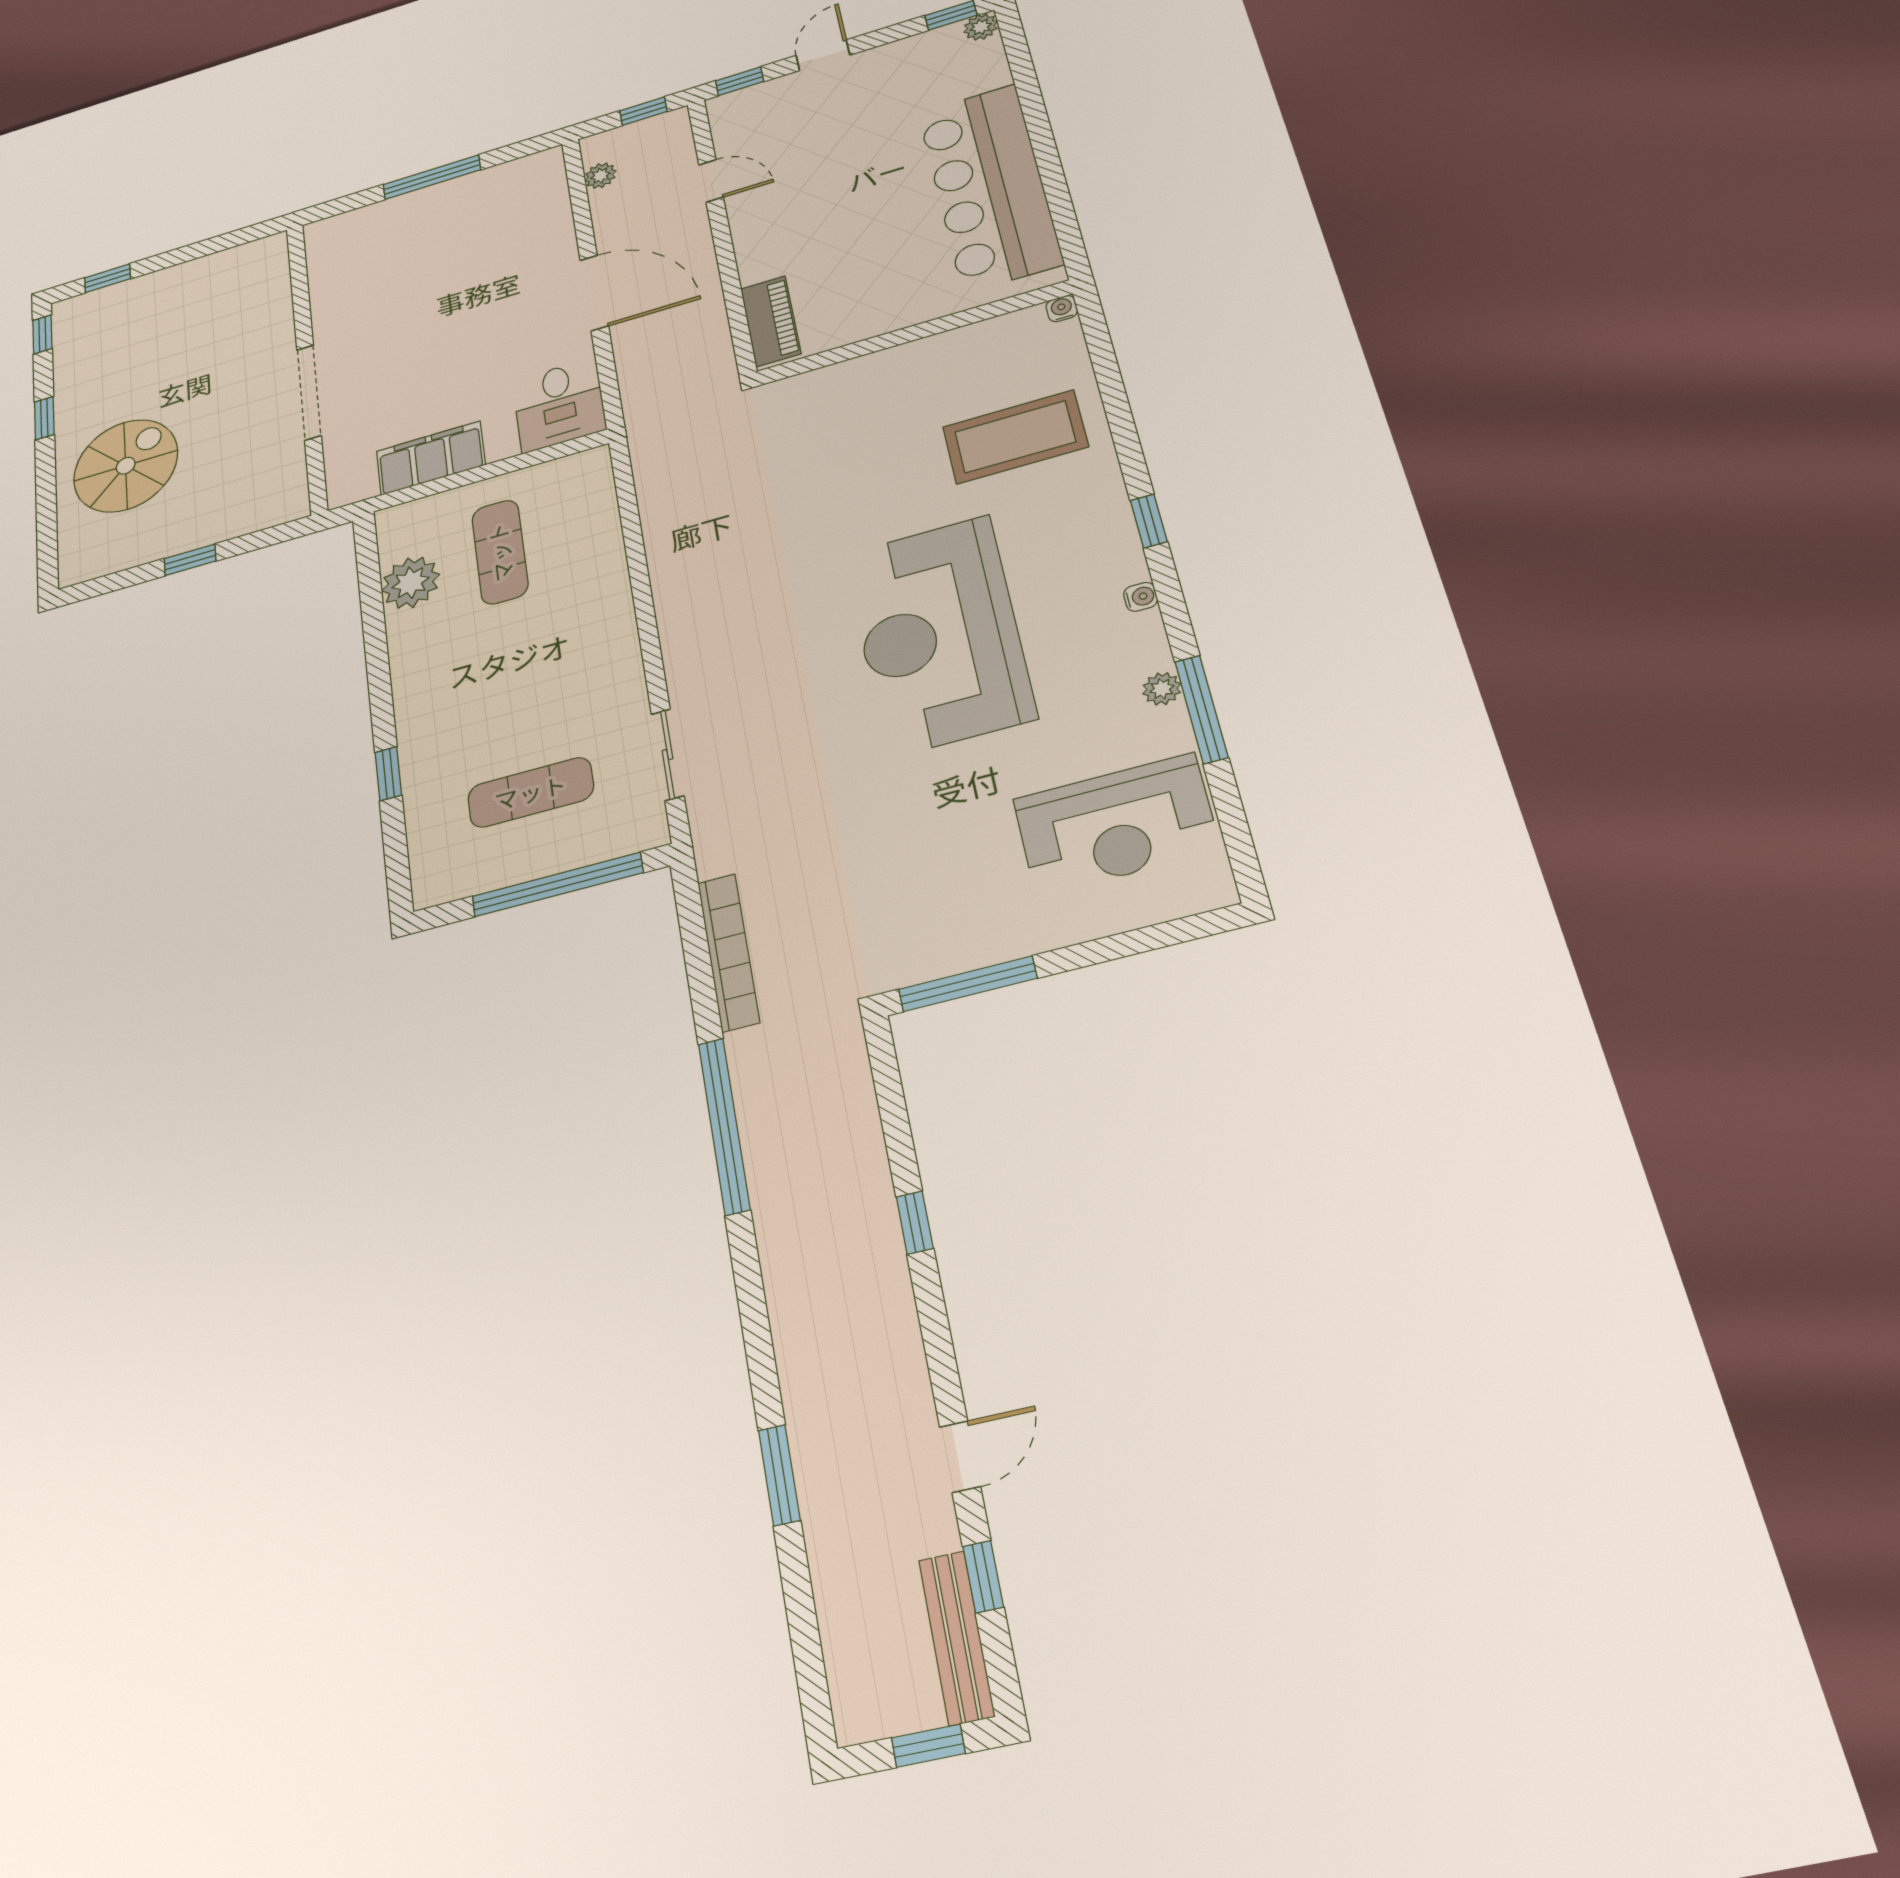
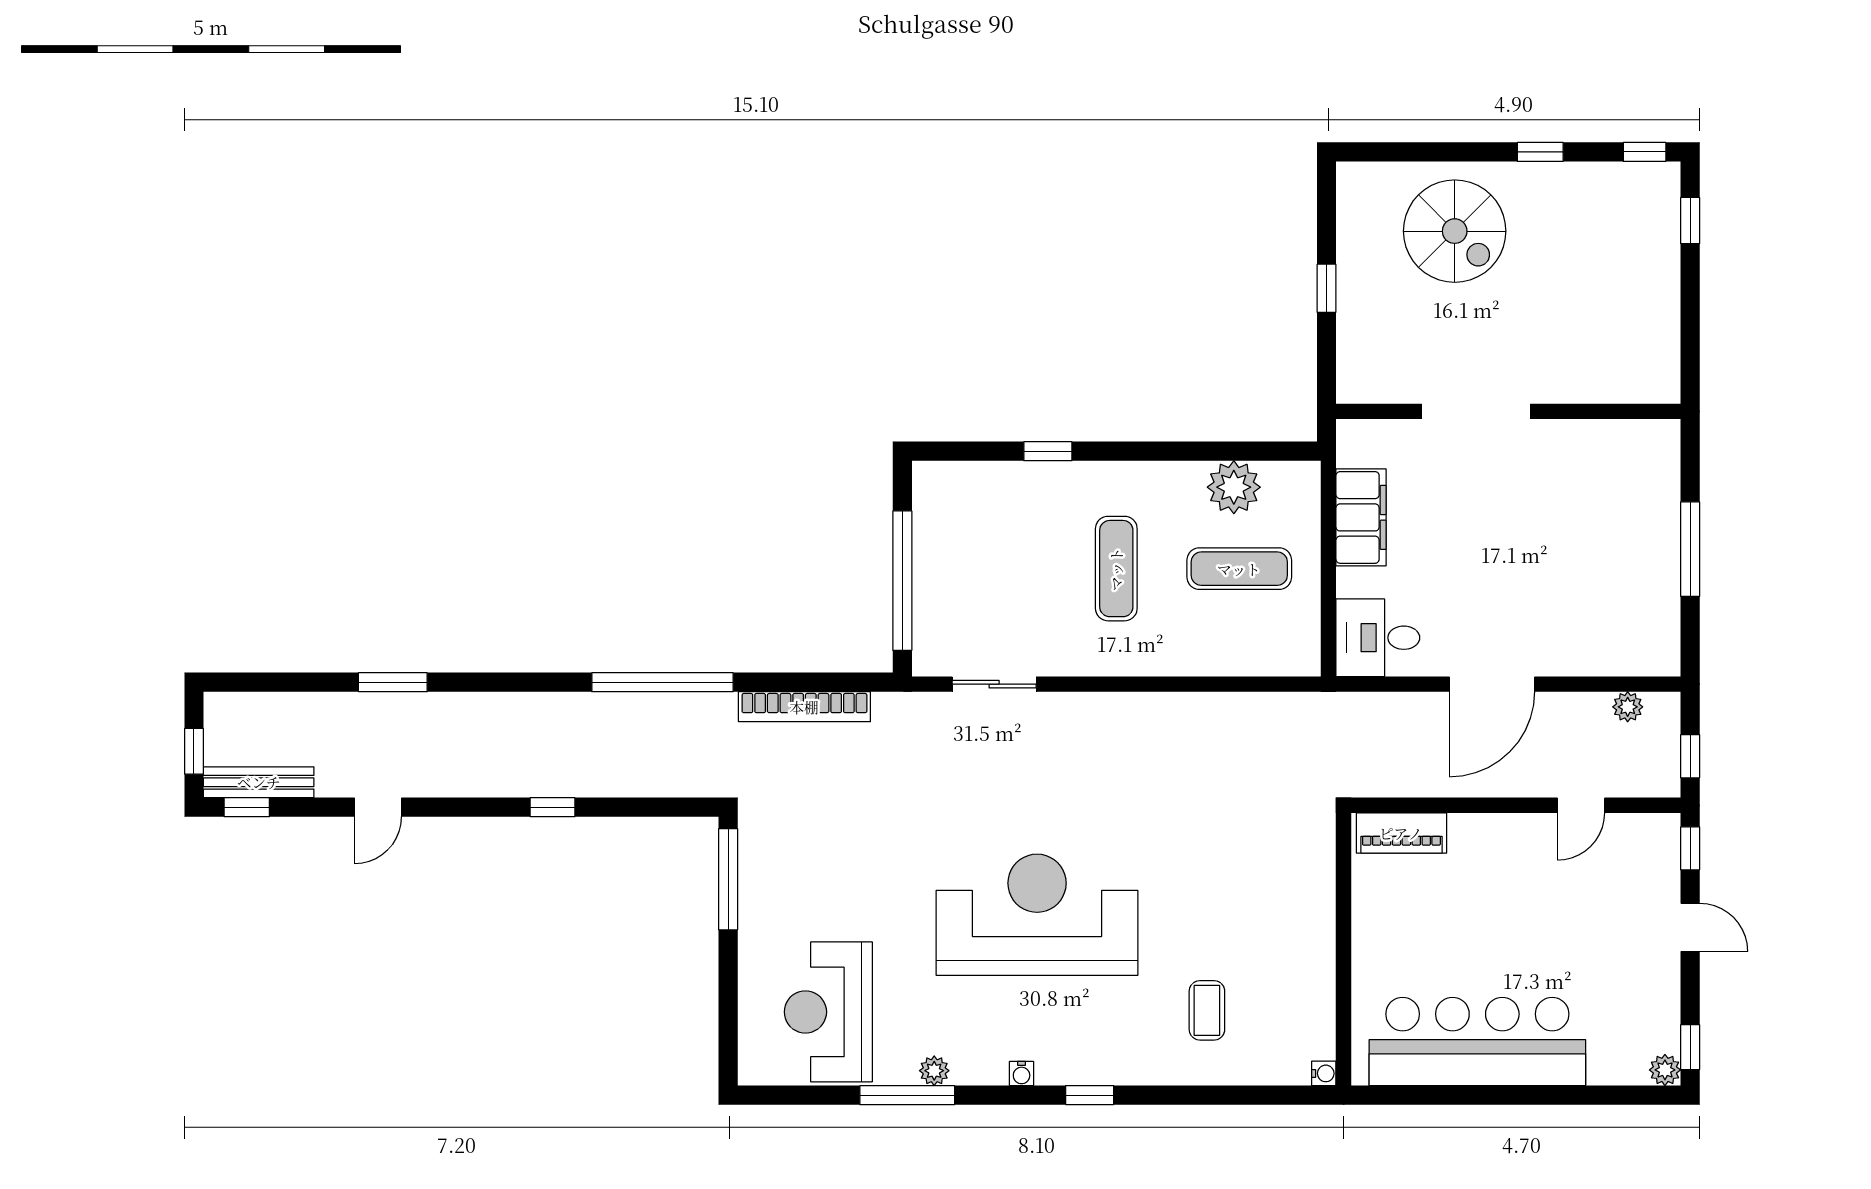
coffee table: (1015, 437) -> (1207, 1010), width x0.54, depth x0.58
exercise mat: (531, 792) -> (1116, 569), moved
door: (960, 1457) -> (378, 807), hinge flipped
window: (983, 1577) -> (247, 807), moved

